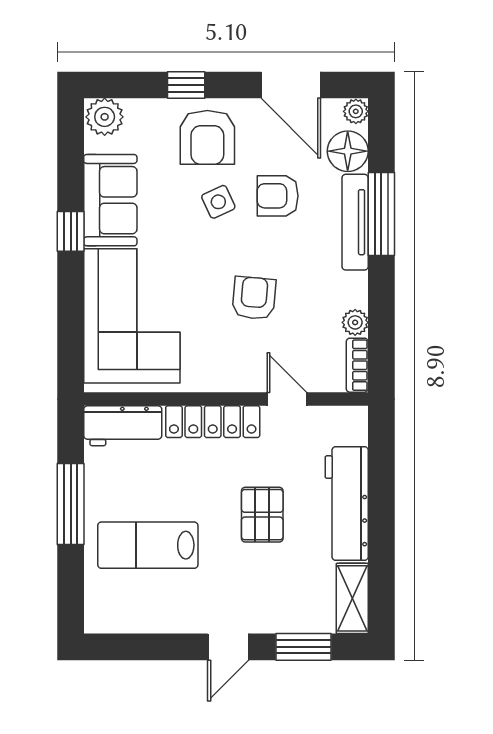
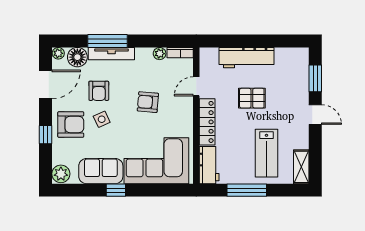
shelving: (352, 598) -> (301, 167), moved, turned 90

